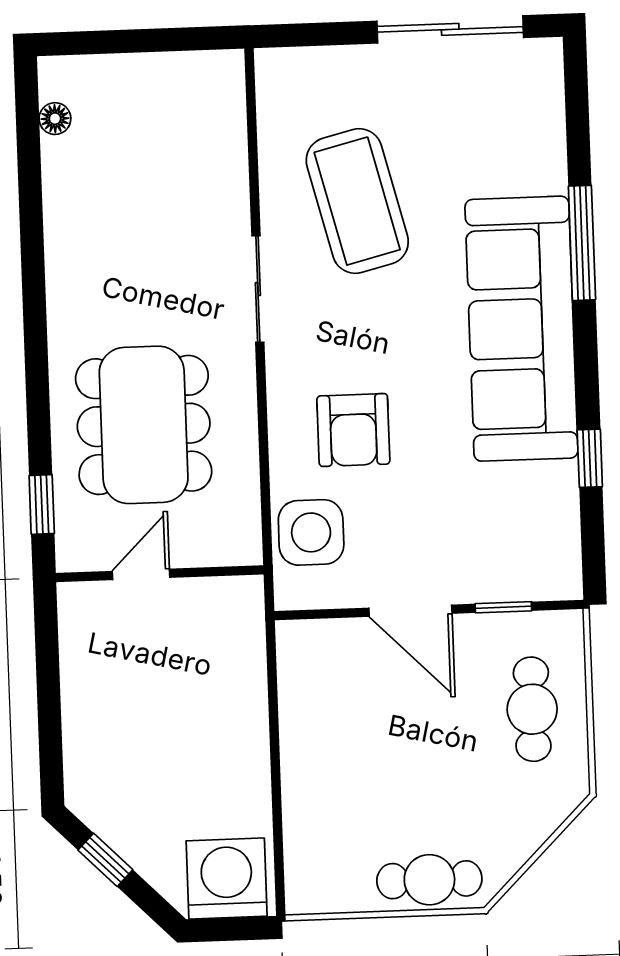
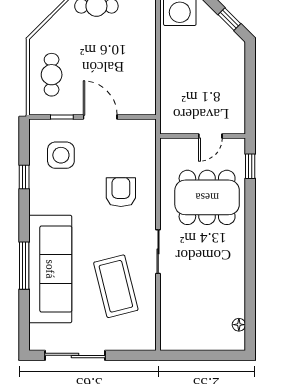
sofa: (521, 329) -> (50, 269), moved
dining table: (144, 425) -> (207, 197), turned 90
side table: (311, 532) -> (61, 155), moved

